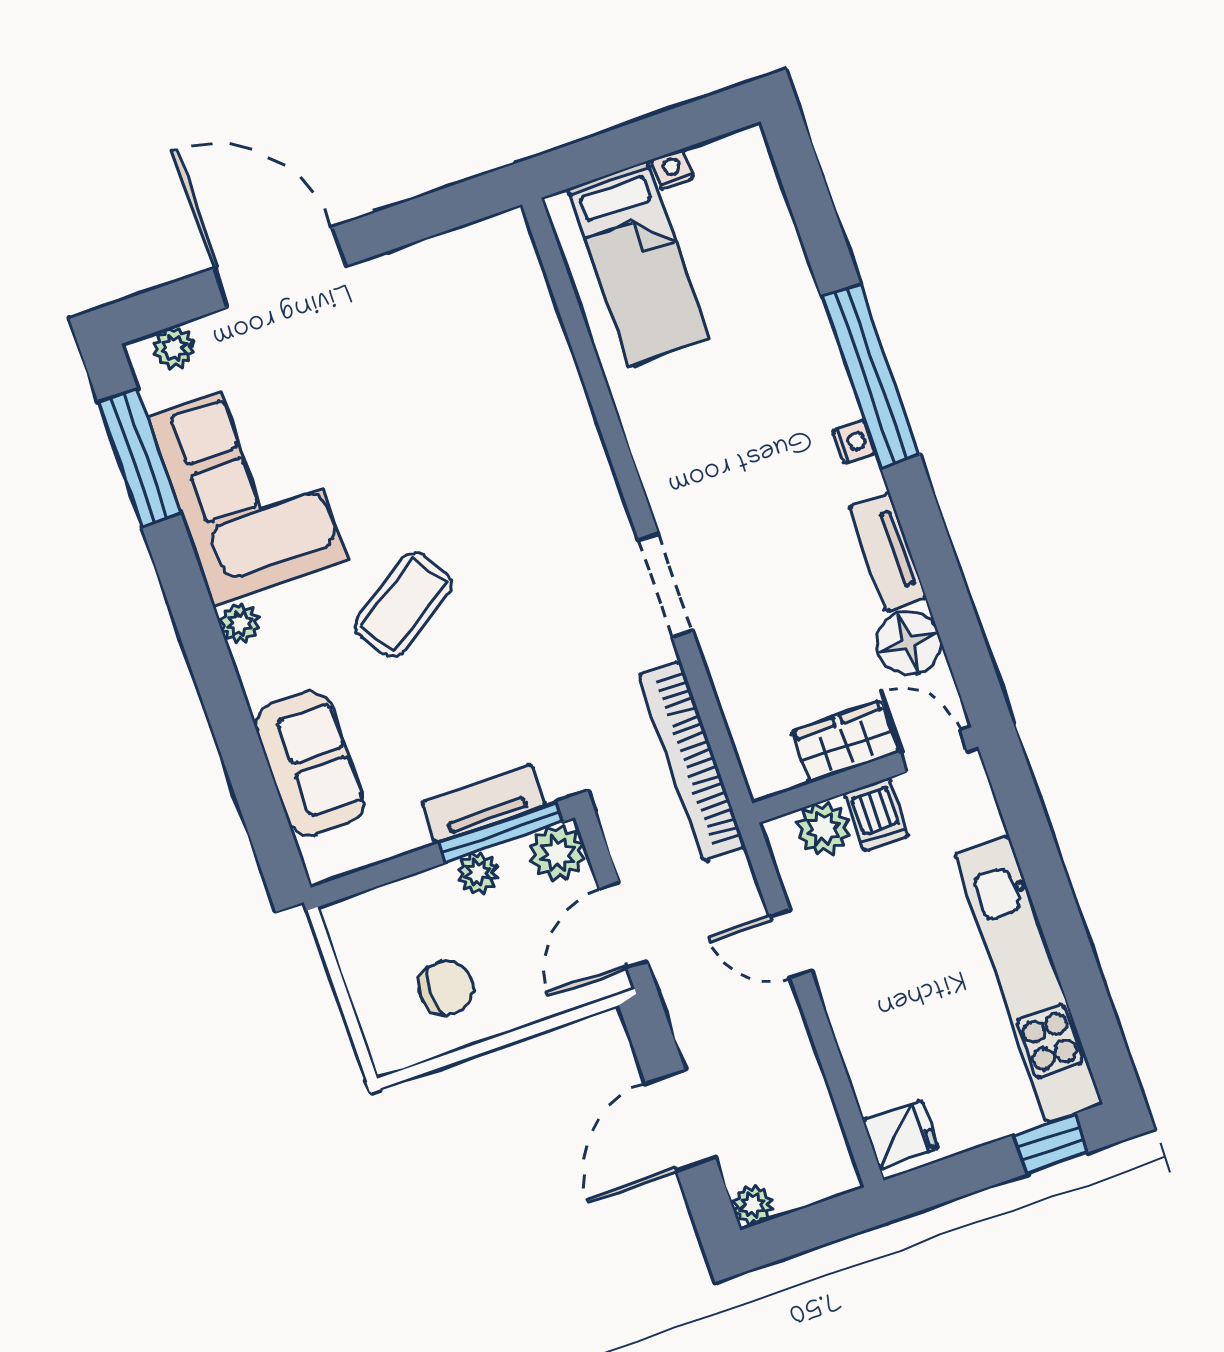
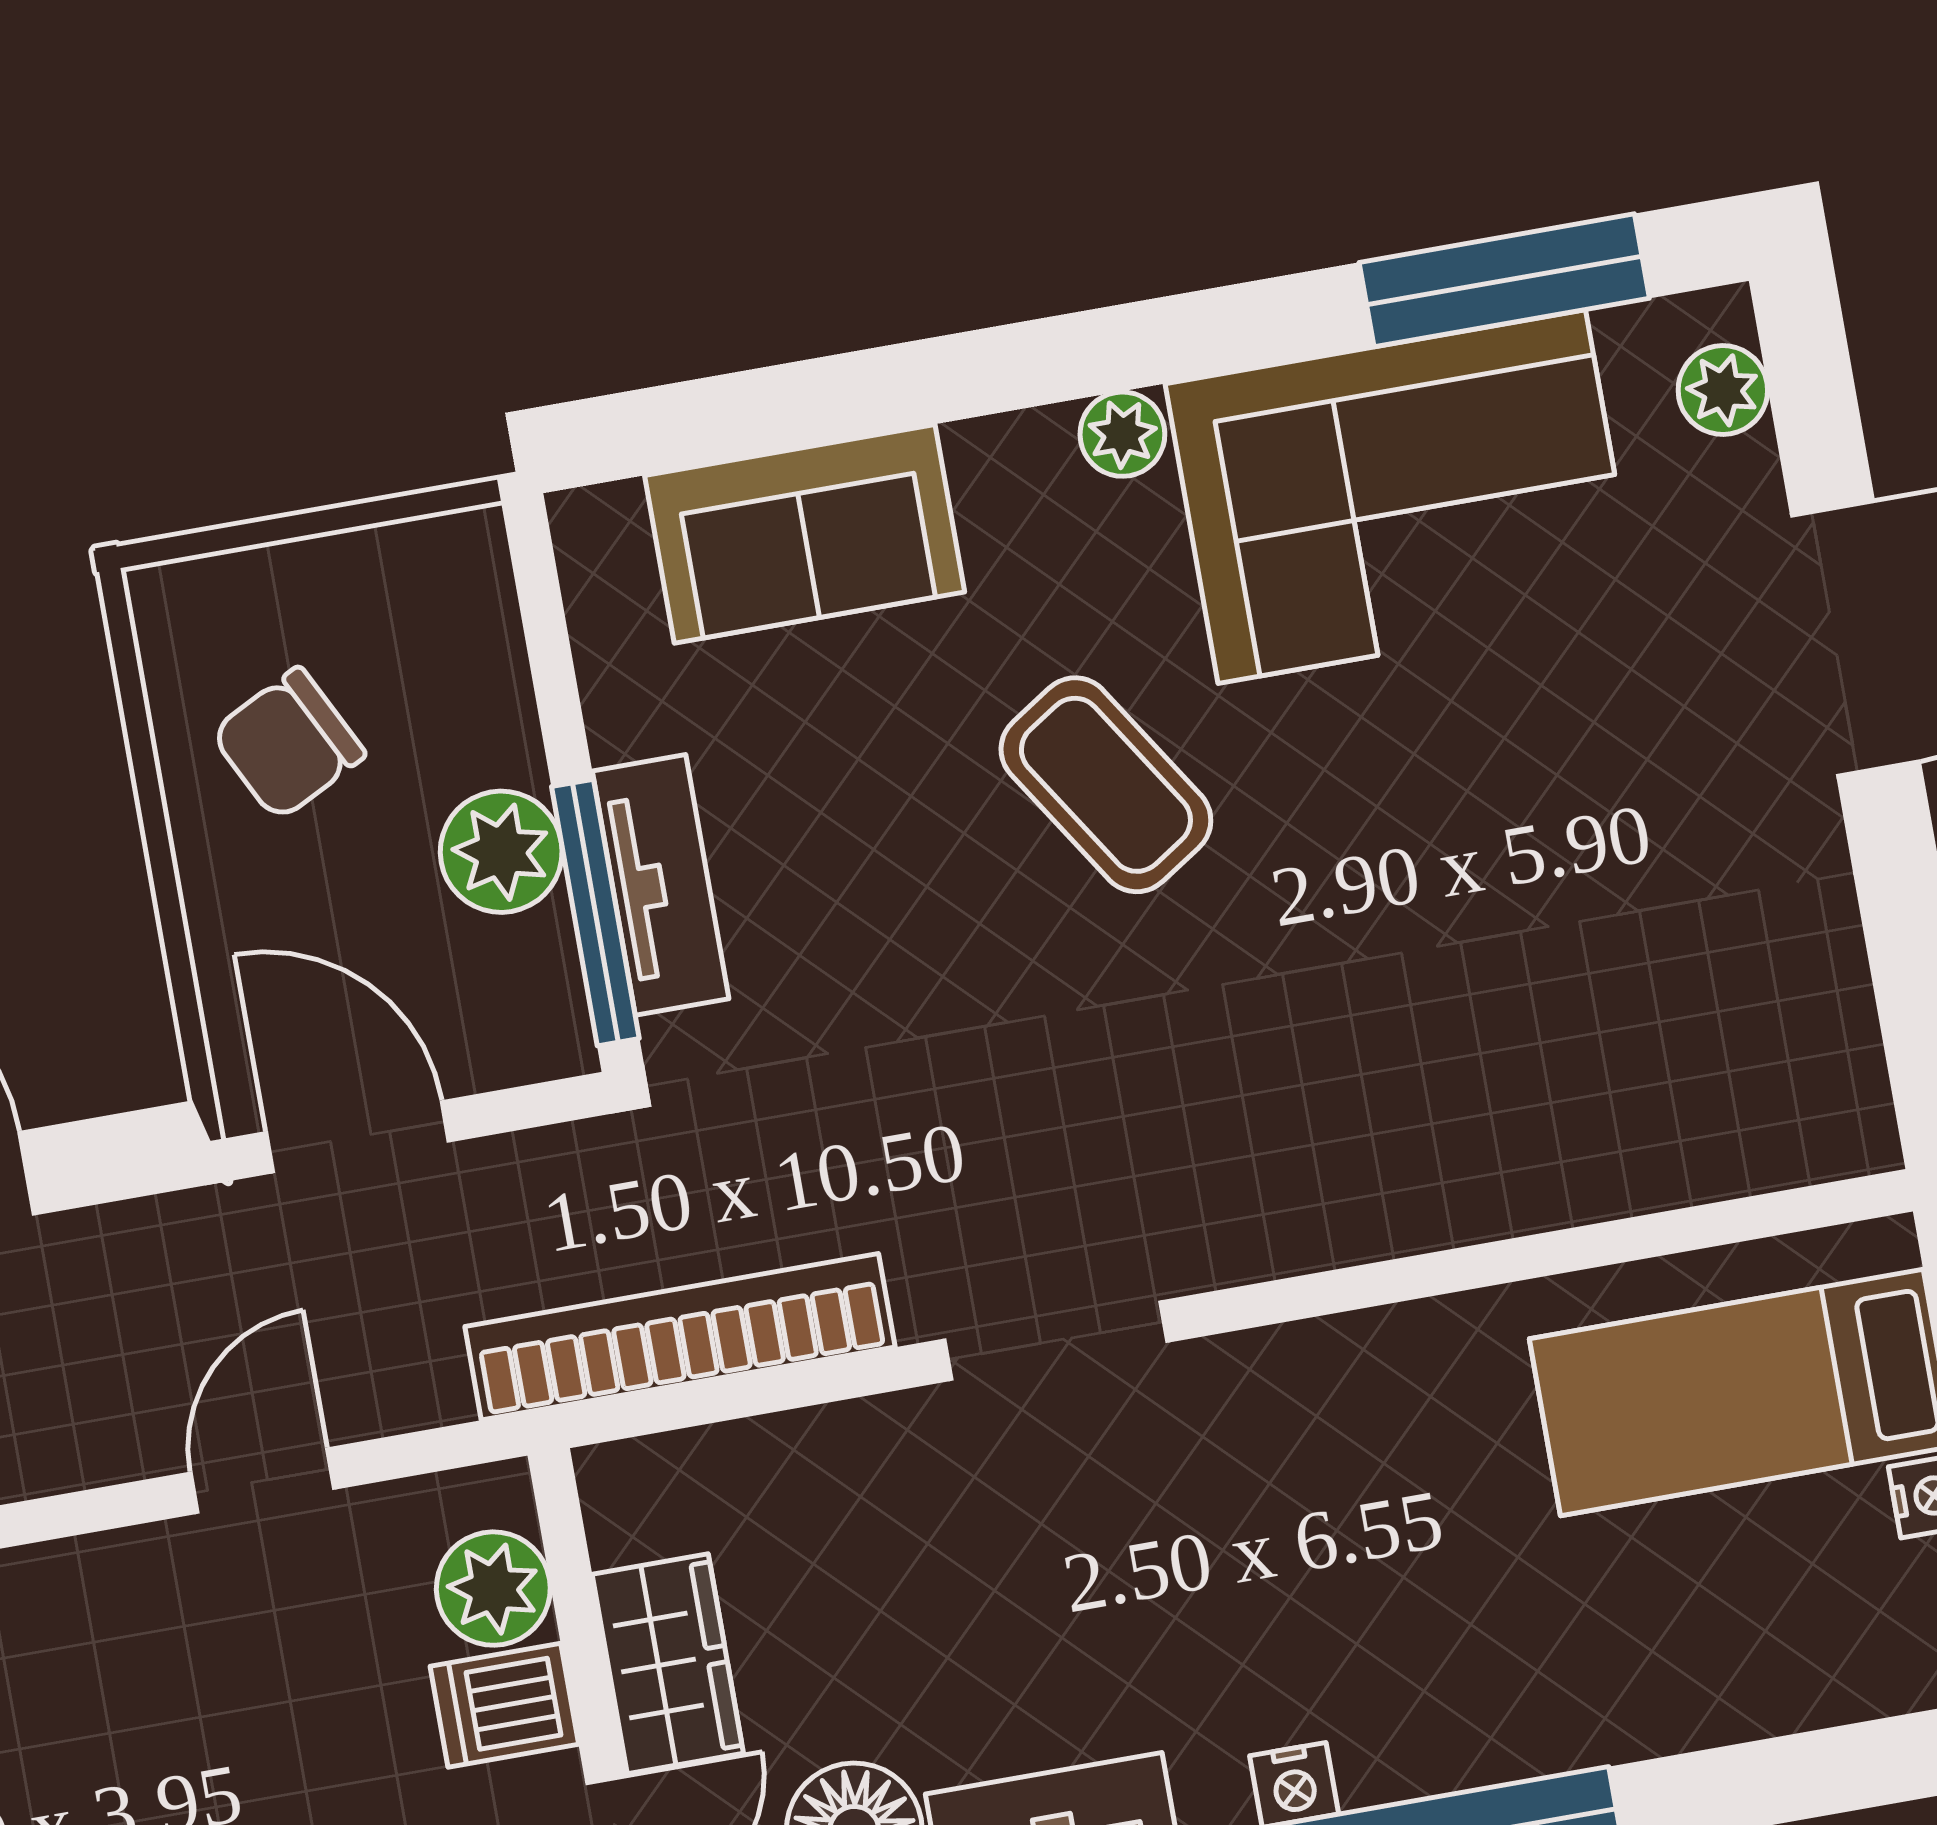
plant: (558, 853) -> (532, 1023), removed
plant: (478, 873) -> (501, 852), width x1.38, depth x1.38
chair: (446, 988) -> (288, 744), turned 63

